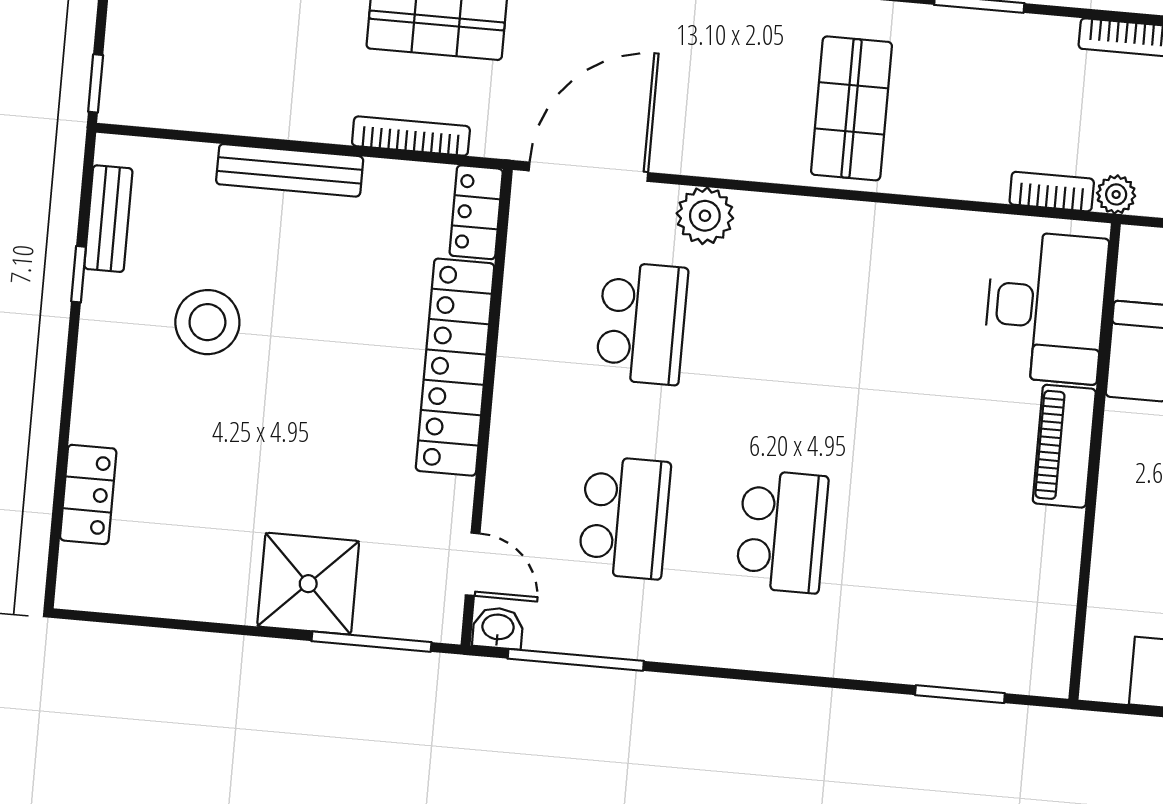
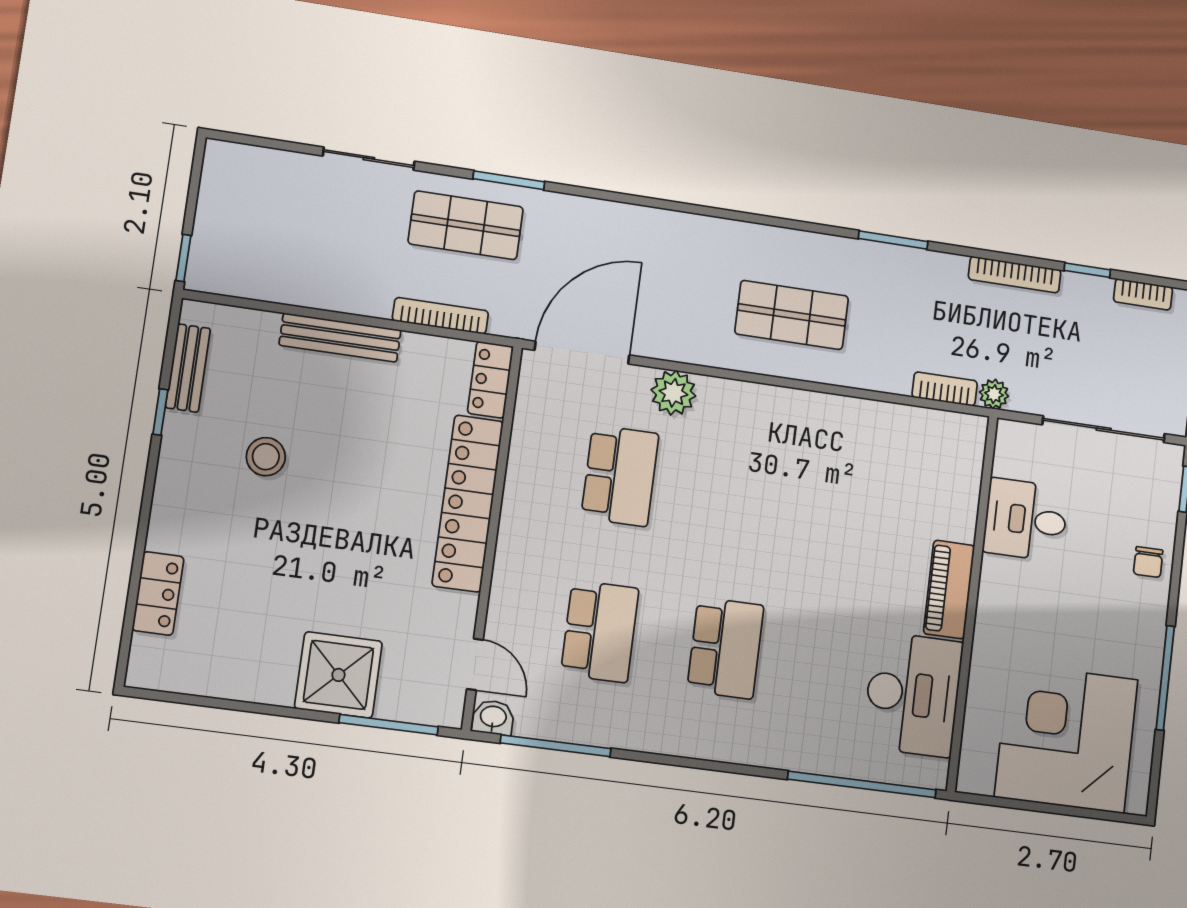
shop shelf: (851, 108) -> (792, 315), turned 90
desk: (1046, 307) -> (913, 694), moved
stool: (207, 322) -> (266, 457), width x0.73, depth x0.73
window: (960, 694) -> (862, 785), width x2.11

